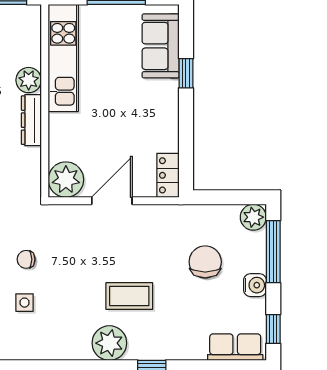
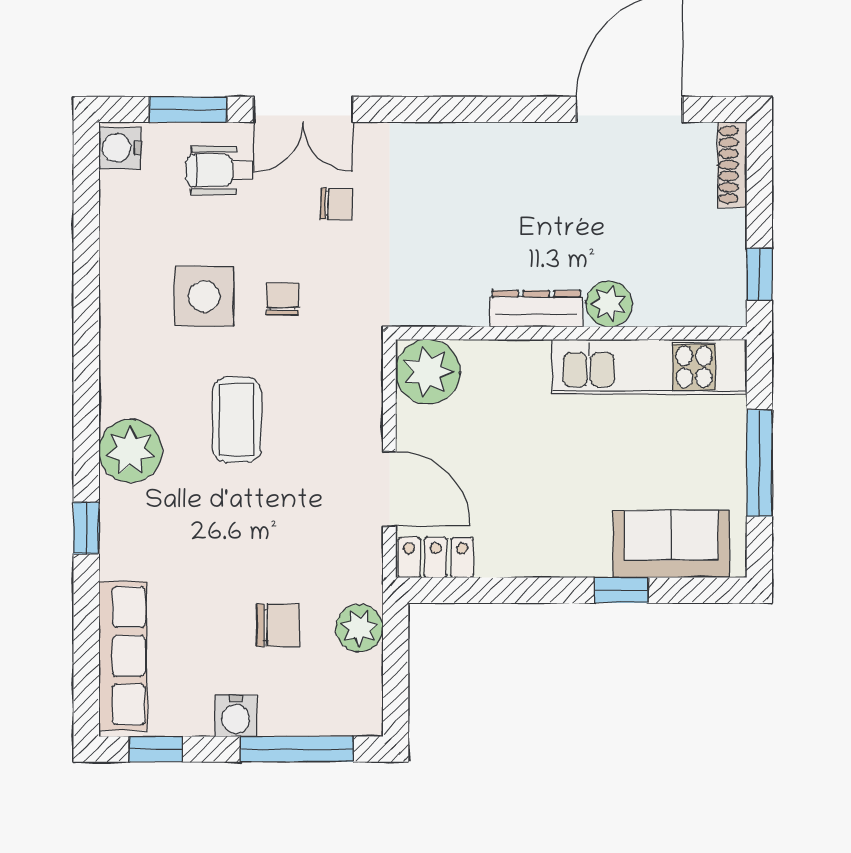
door: (112, 201) -> (389, 489), moved
plant: (253, 217) -> (359, 628), moved
chair: (205, 262) -> (278, 625), width x0.73, depth x0.73
coffee table: (129, 296) -> (237, 420), moved
side table: (24, 303) -> (204, 296), width x1.87, depth x1.87
row of seats: (235, 347) -> (123, 656), width x1.48

